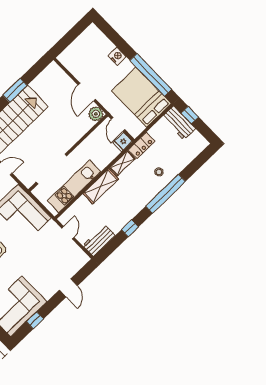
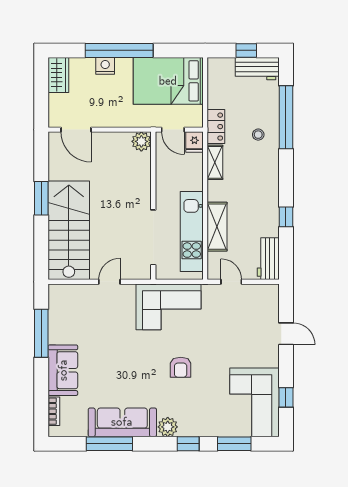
wardrobe: (88, 36) -> (58, 75), added
window: (151, 75) -> (119, 50), moved
door: (87, 92) -> (76, 130), moved
window: (190, 115) -> (246, 50), moved
workbench: (179, 123) -> (257, 69), moved
shelving: (101, 186) -> (217, 227), moved
window: (166, 194) -> (286, 117), moved

